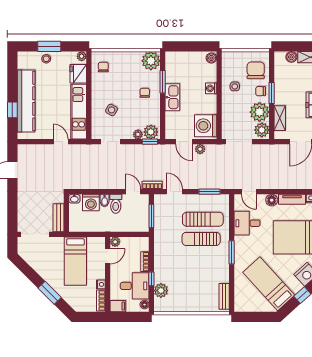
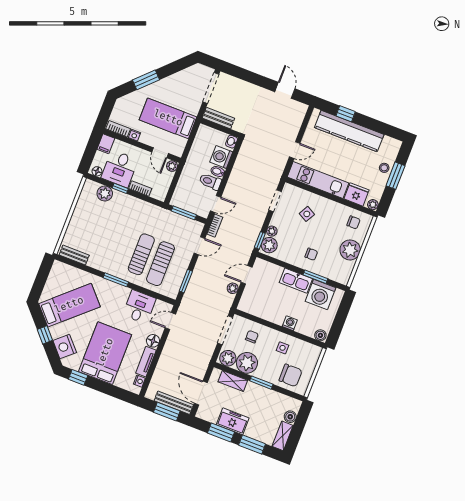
plant: (151, 61) -> (350, 250), moved
chair: (261, 91) -> (252, 337), moved
washing machine: (206, 126) -> (320, 294), moved, turned 180

